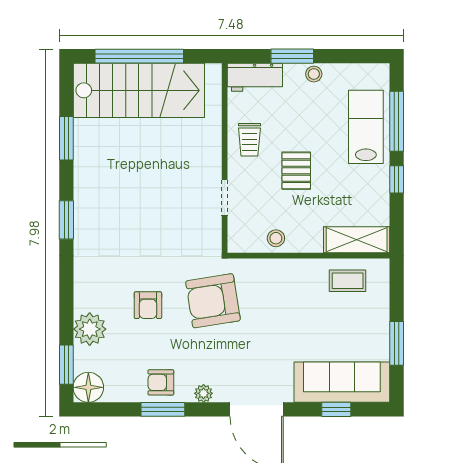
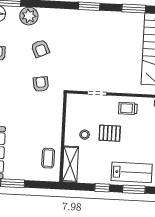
window: (397, 121) -> (134, 189), width x0.69
stool: (276, 238) -> (85, 135), moved
armchair: (213, 301) -> (41, 84), width x0.53, depth x0.53
armchair: (148, 305) -> (40, 48), turned -114

